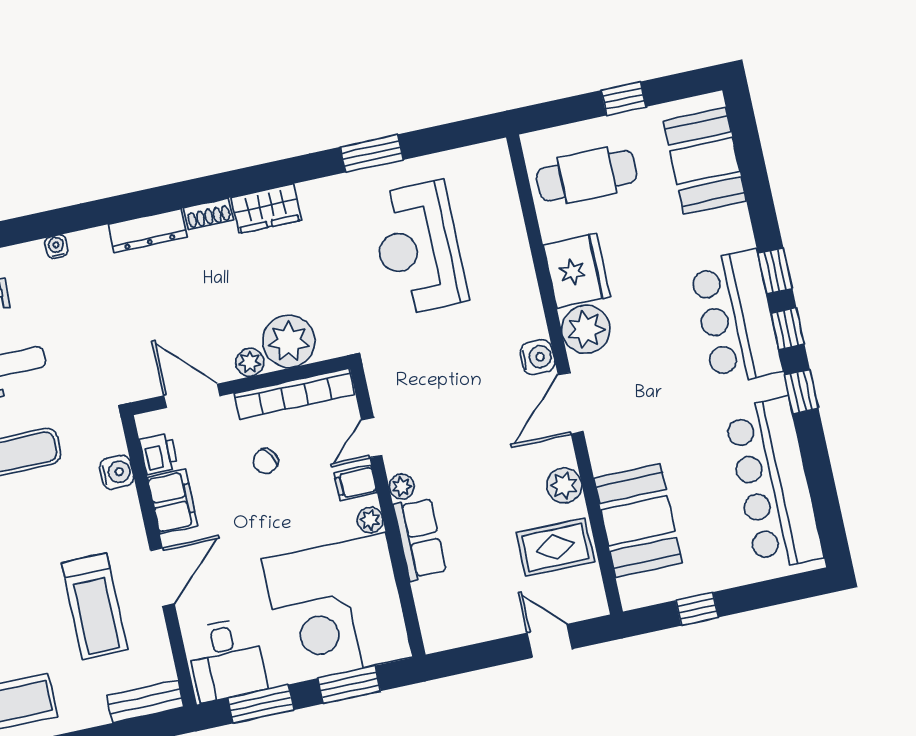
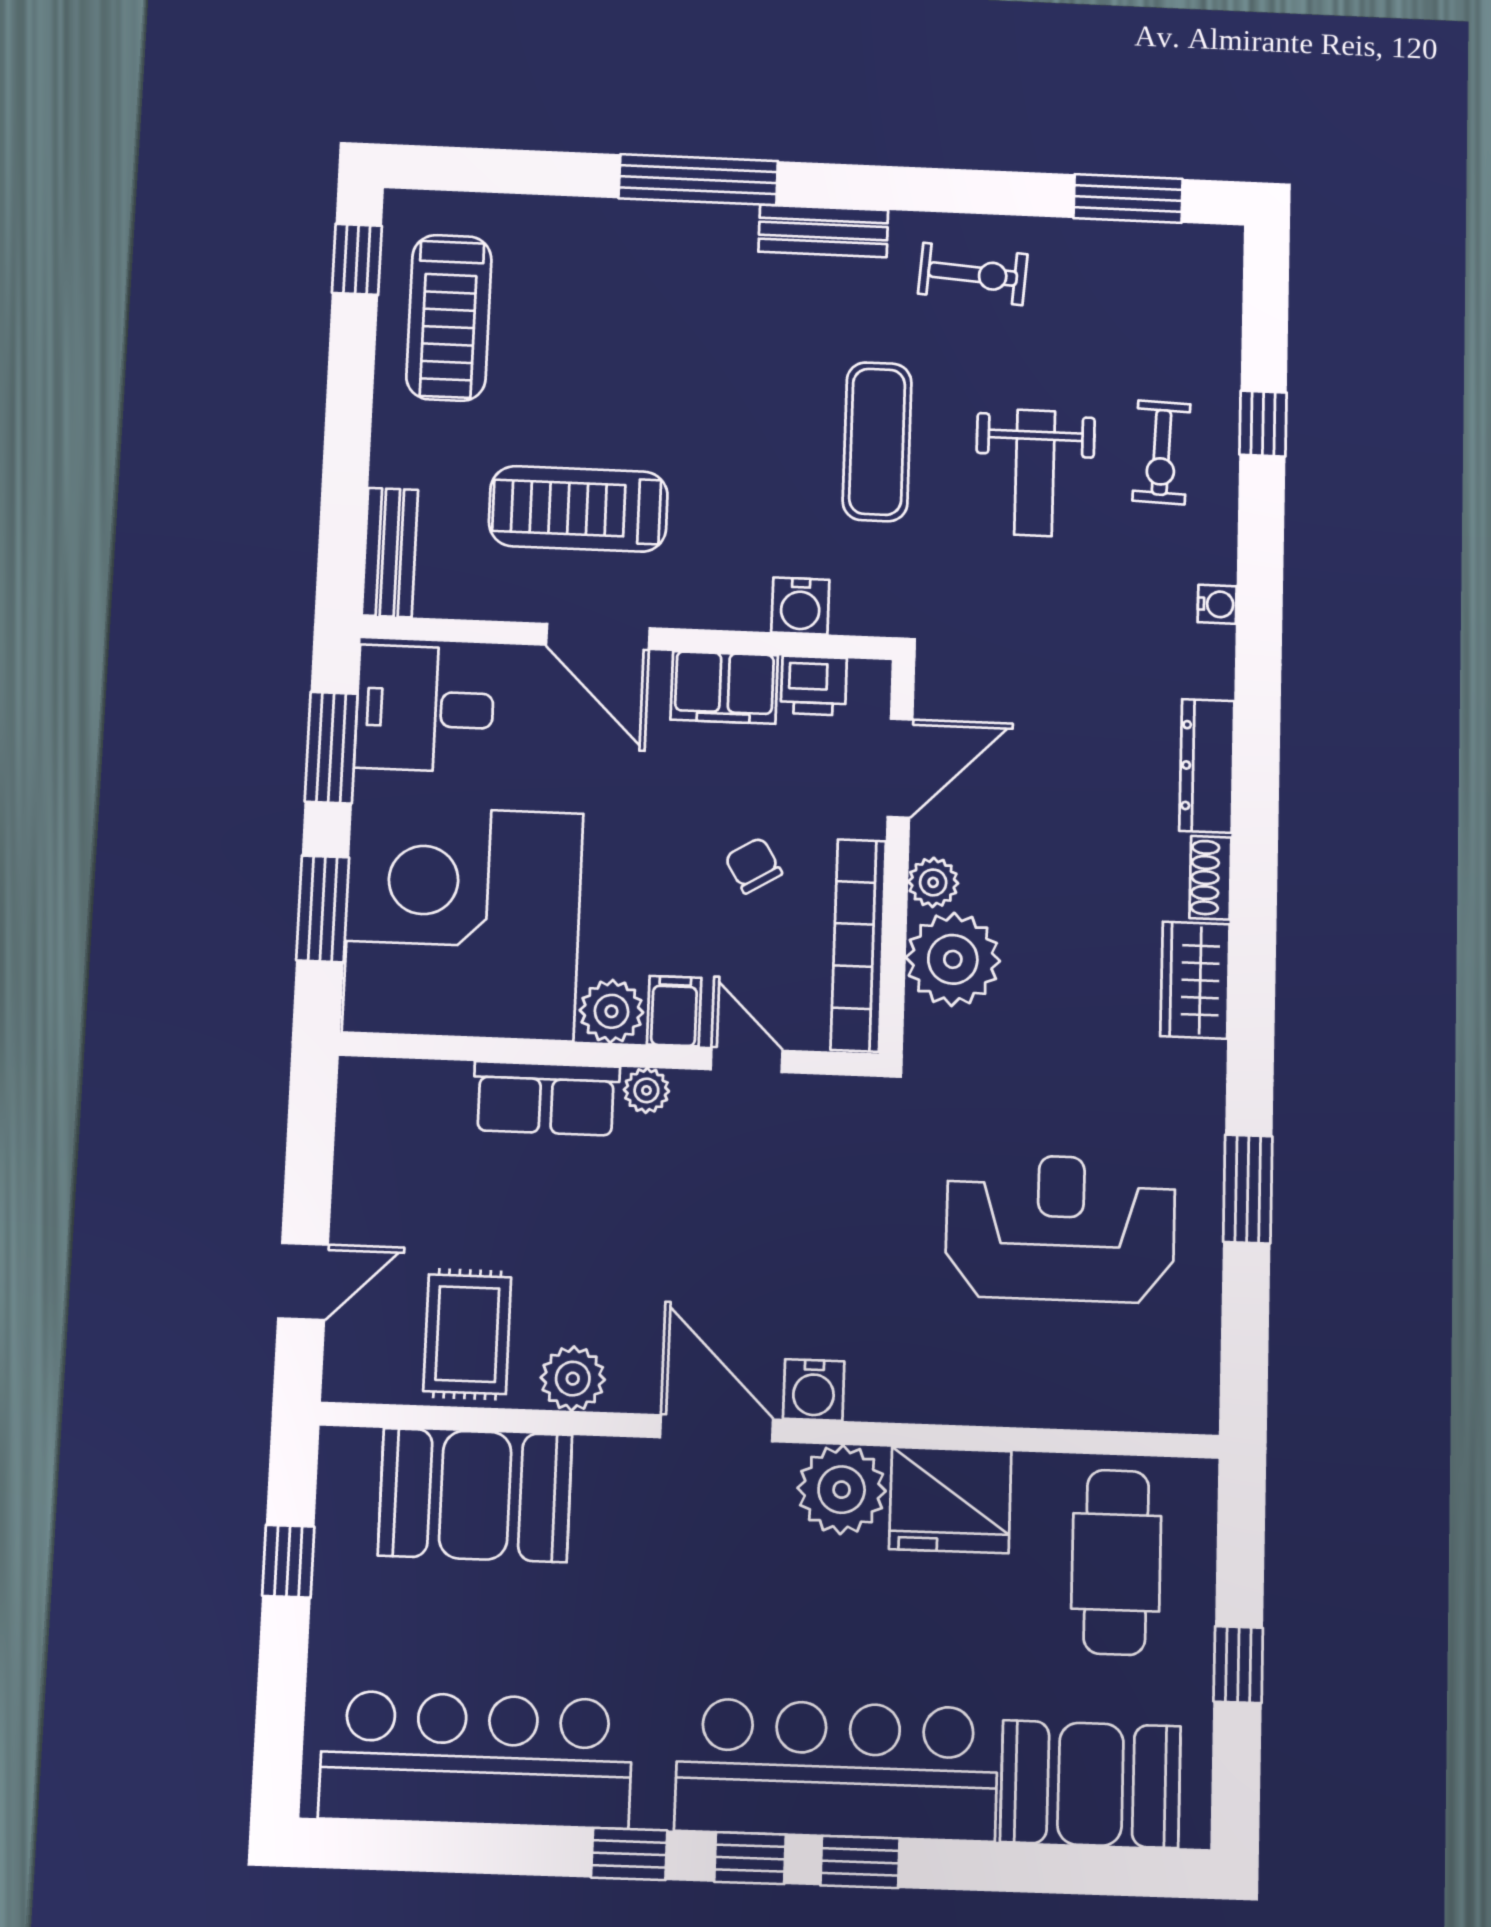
bar counter: (736, 318) -> (837, 1770), width x1.36
plant: (370, 520) -> (611, 1011), width x1.38, depth x1.38

